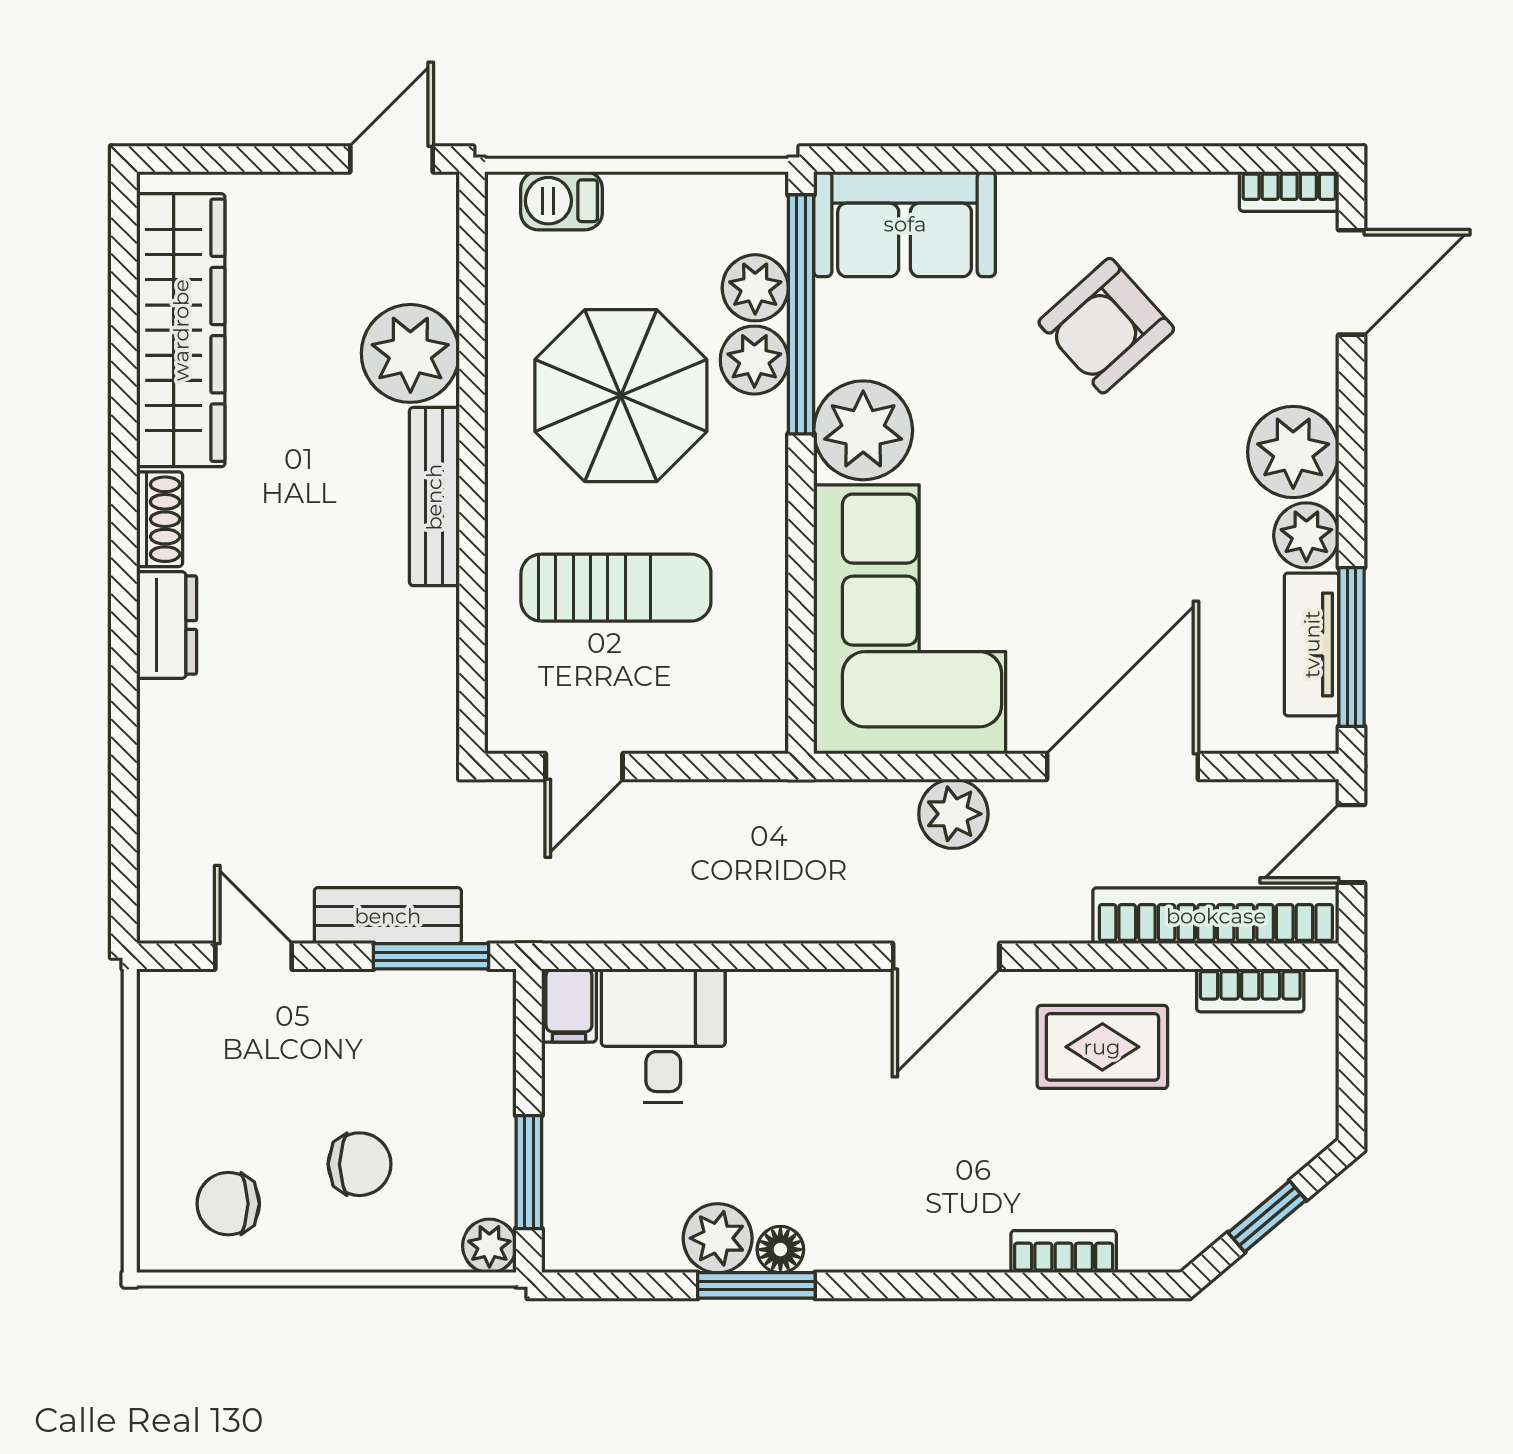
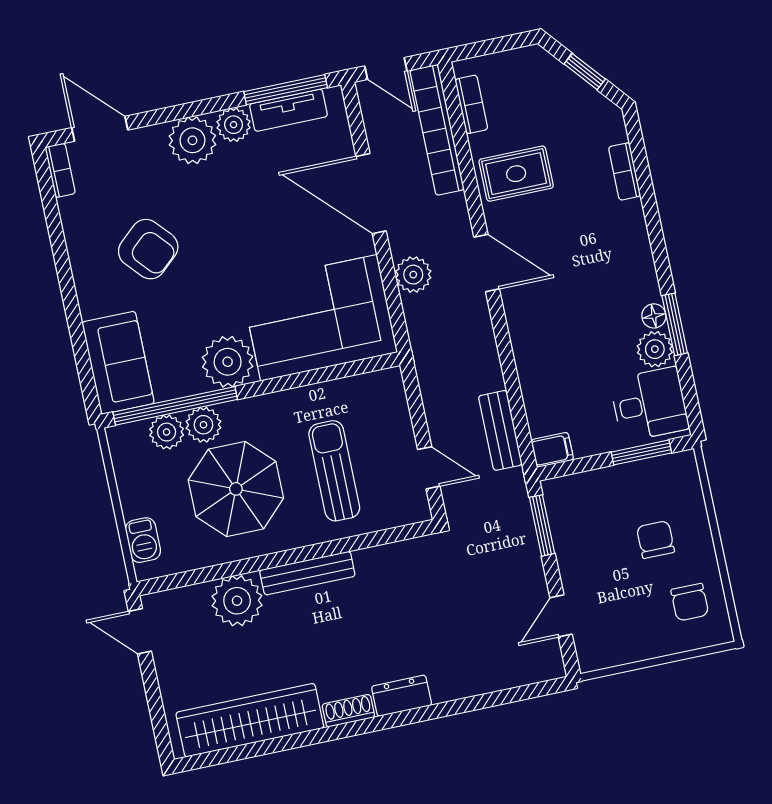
bench: (388, 916) -> (500, 430), moved
desk: (663, 1036) -> (649, 404), moved, turned 180
rug: (1102, 1047) -> (516, 174), turned 90
plant: (489, 1246) -> (683, 465), removed

